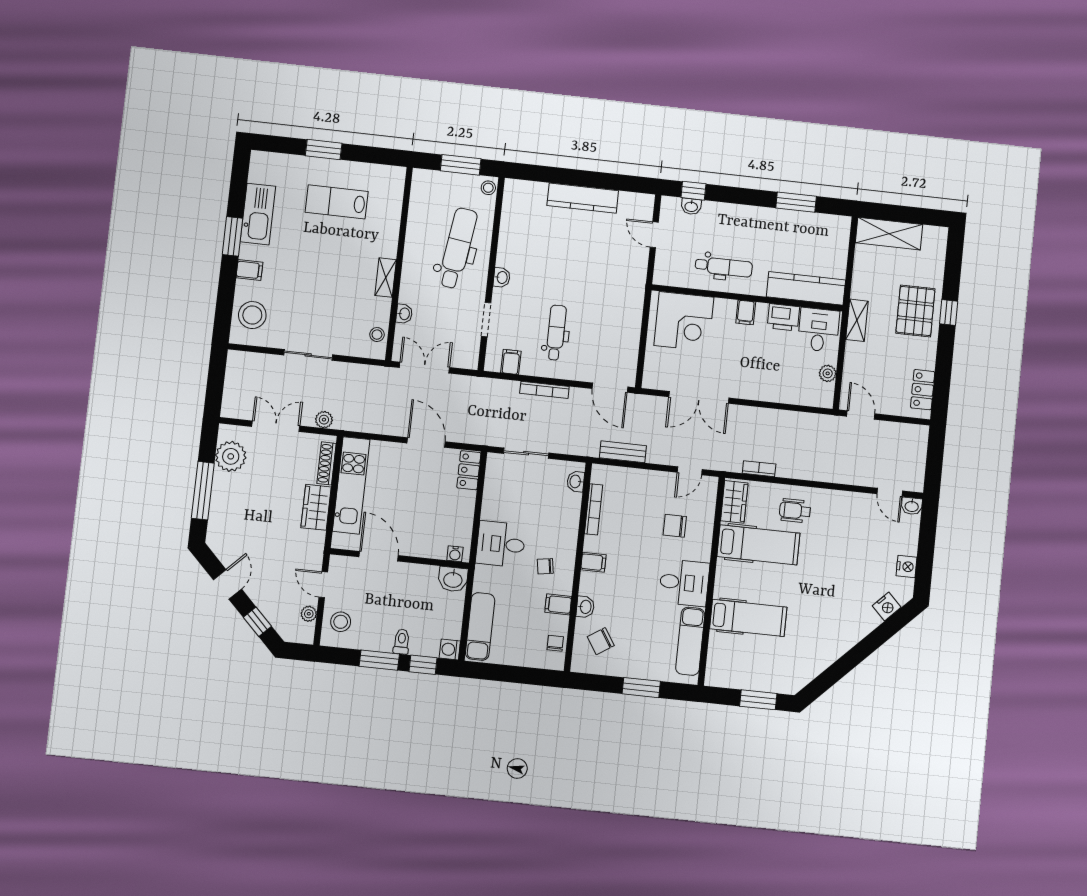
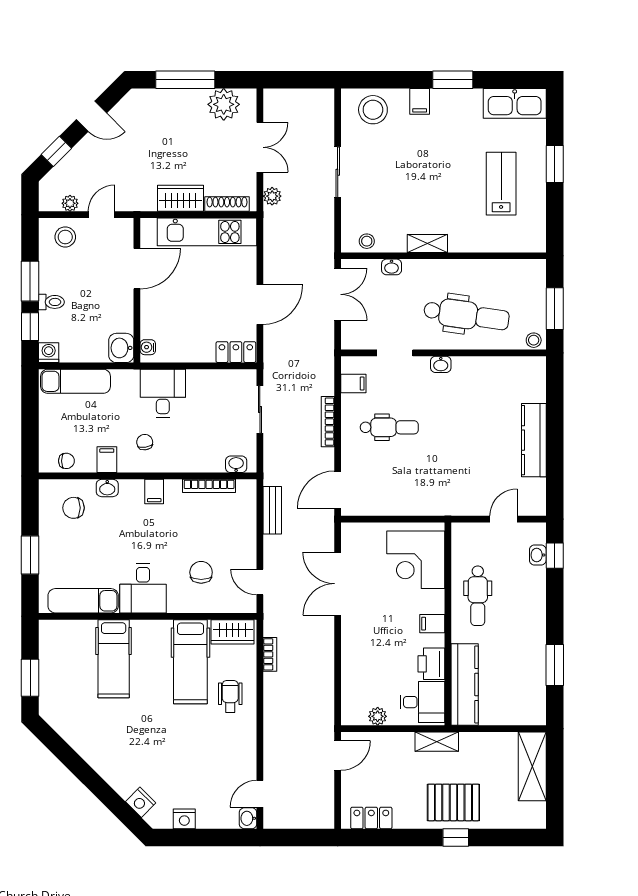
kitchen sink: (258, 214) -> (515, 103), moved
chair: (601, 641) -> (73, 508), turned -57

